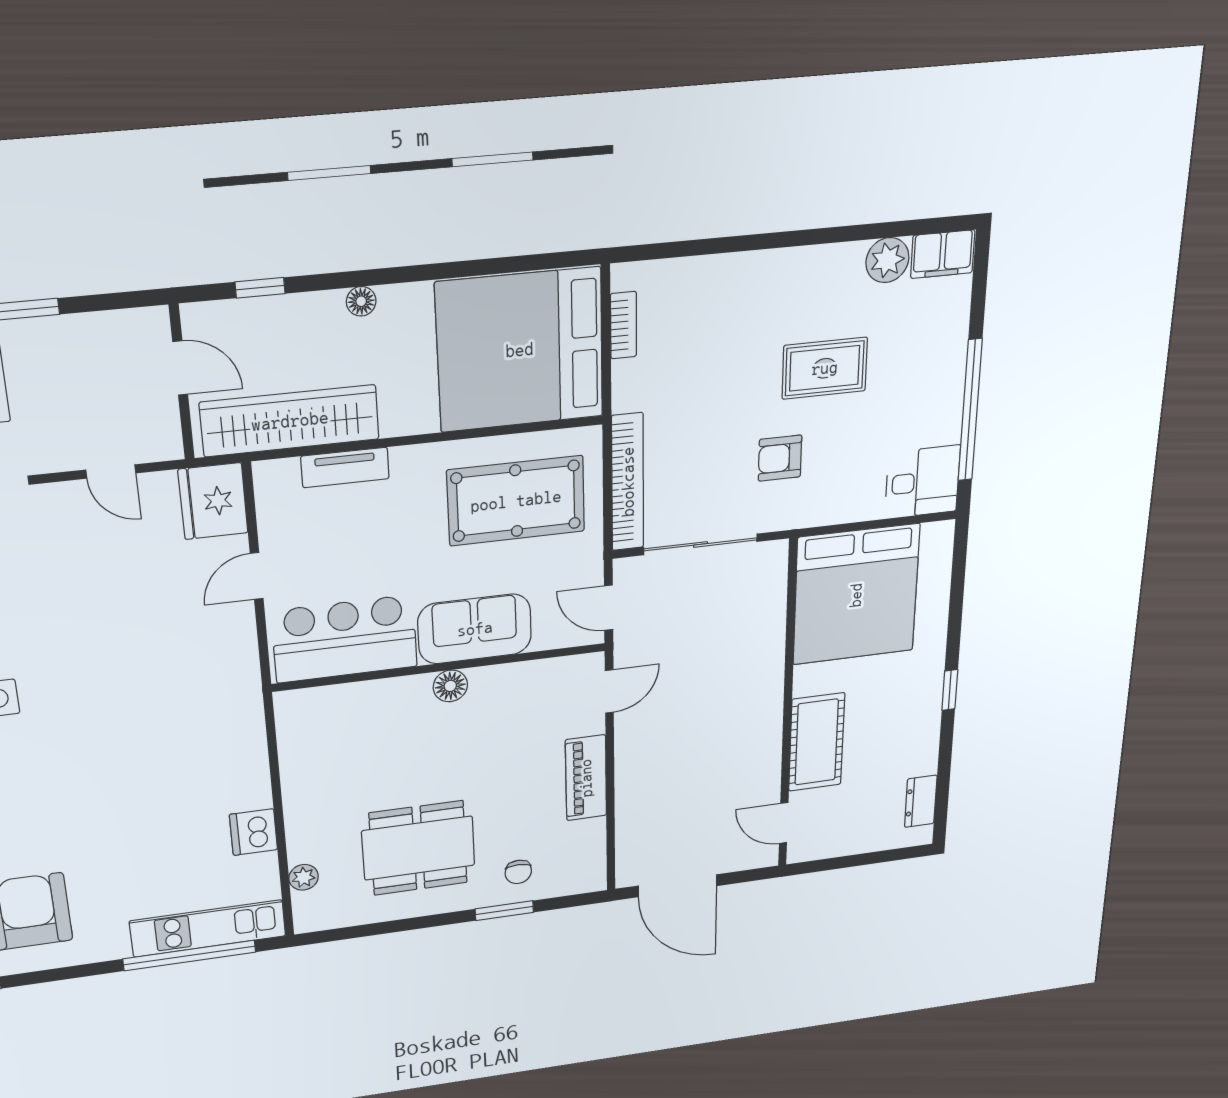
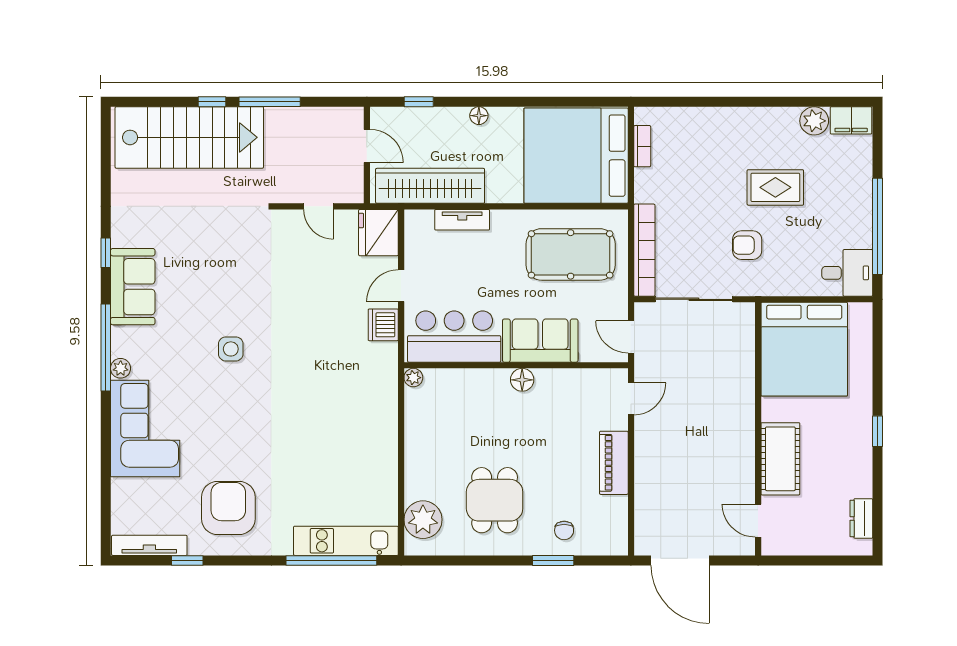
plant: (287, 703) -> (413, 378), added
dishwasher: (253, 832) -> (383, 325), moved
dining table: (418, 848) -> (495, 500), width x0.73
plant: (304, 877) -> (423, 520), width x1.87, depth x1.87

